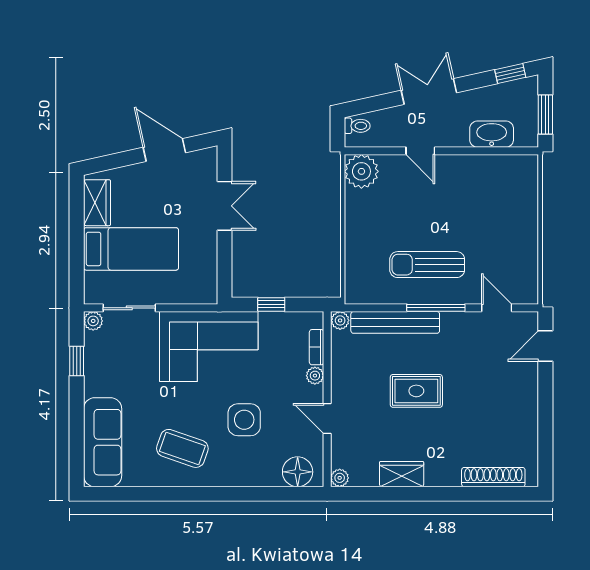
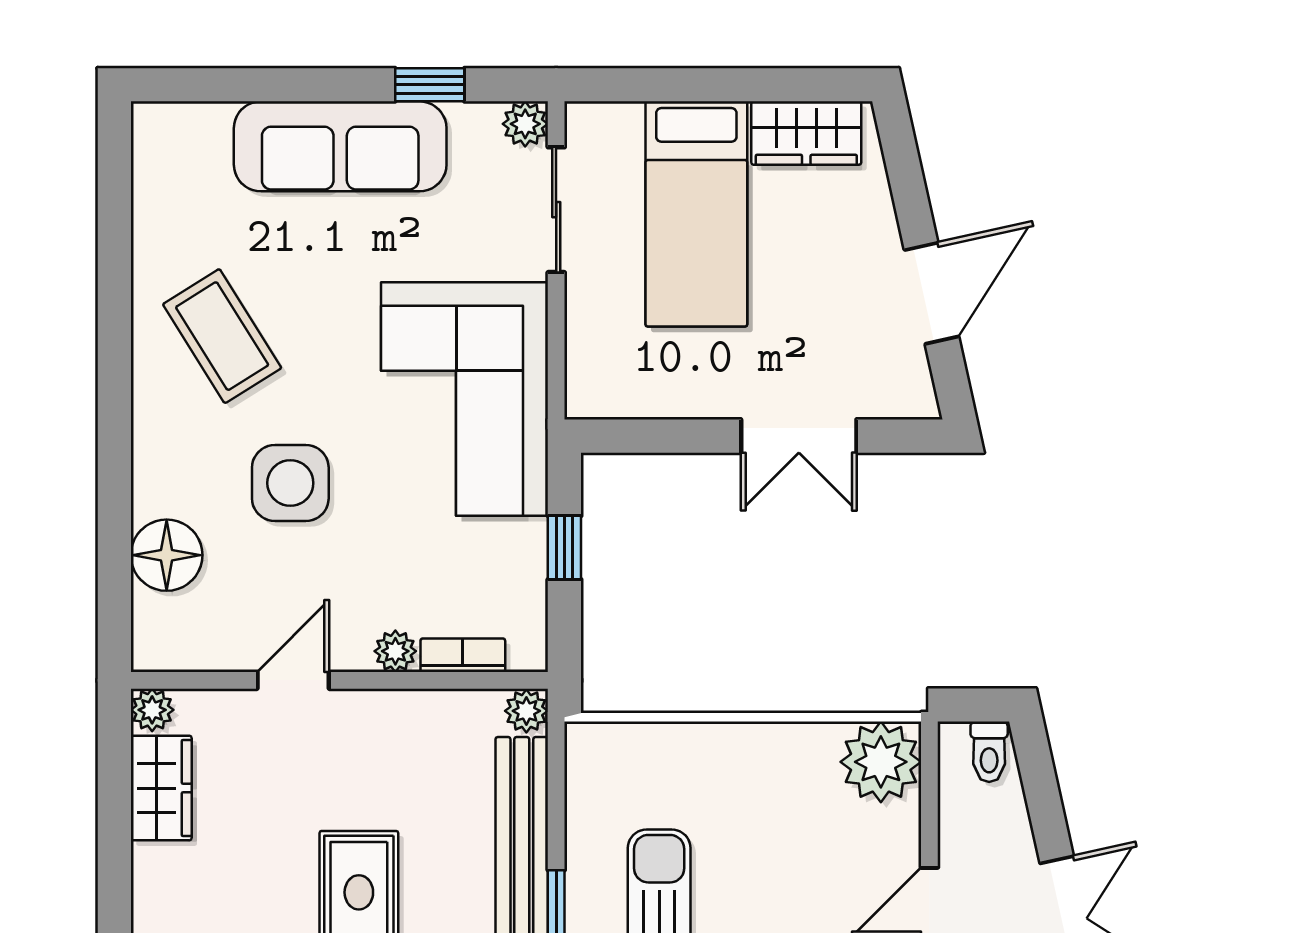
sofa: (103, 442) -> (340, 146), moved
coffee table: (182, 448) -> (222, 336), turned -51
floor lamp: (298, 472) -> (167, 555), moved
wardrobe: (402, 474) -> (161, 788), moved

